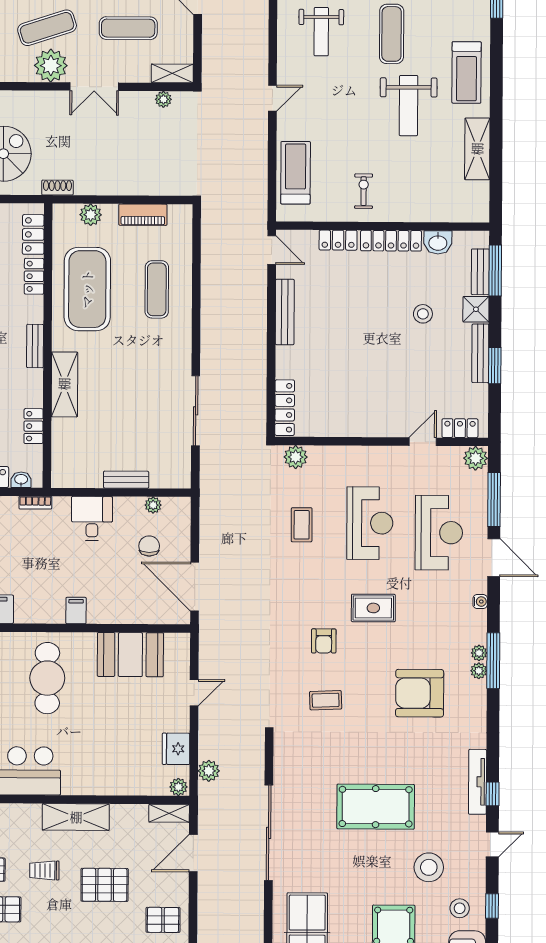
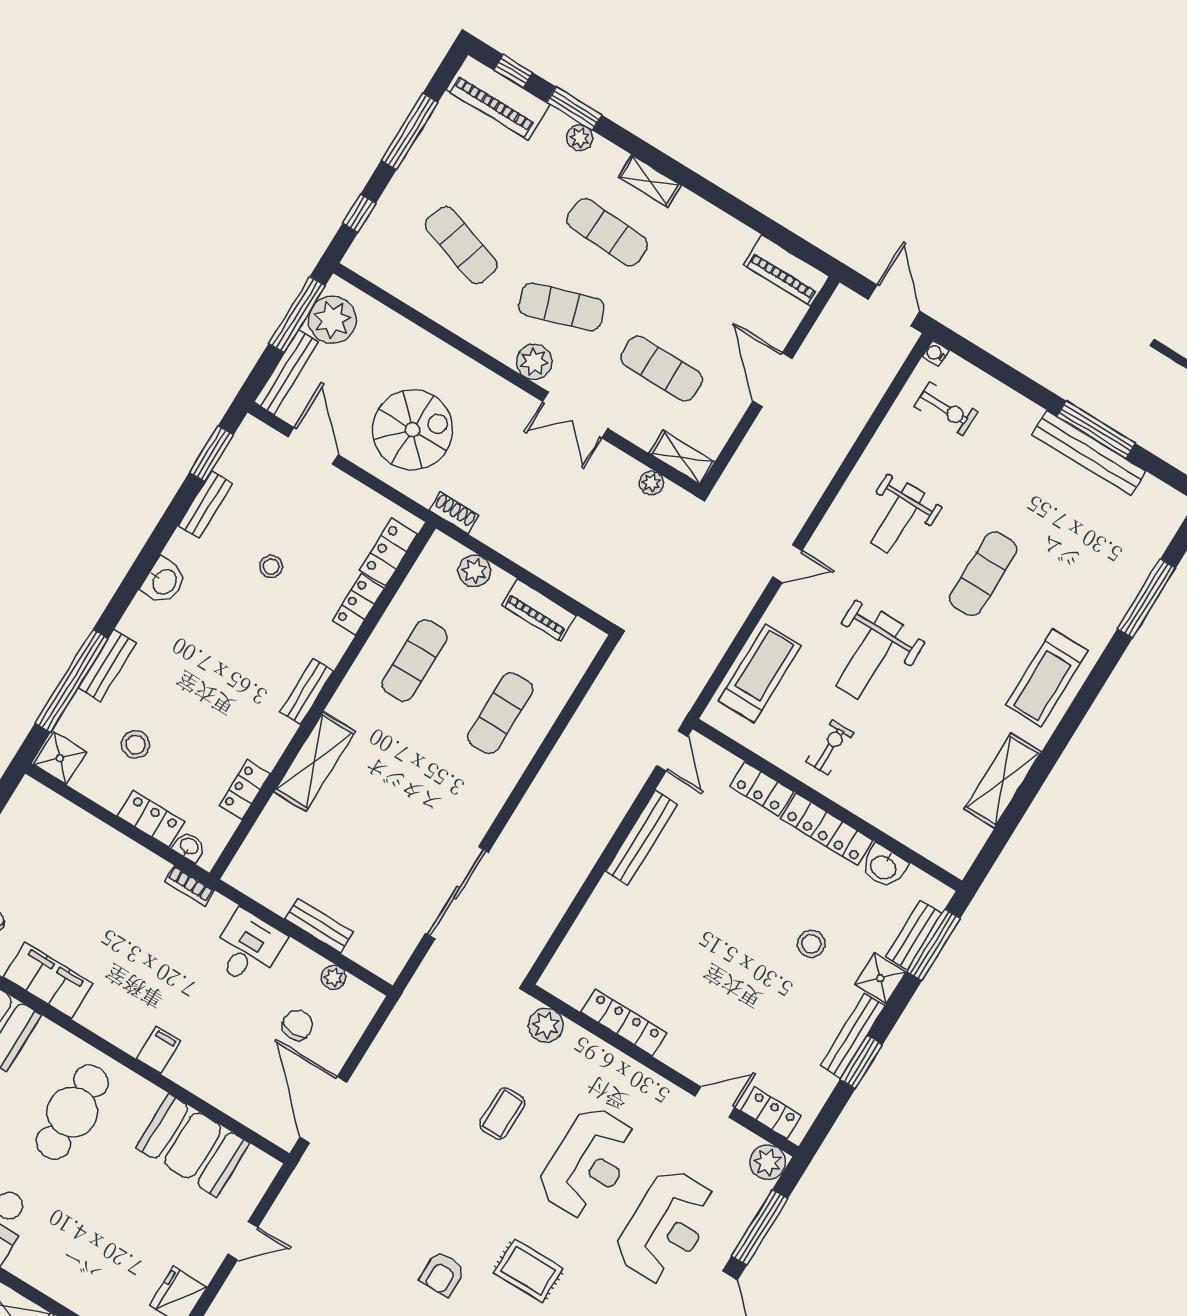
plant: (51, 66) -> (534, 362), width x0.73, depth x0.73
weight bench: (409, 106) -> (869, 655), moved
exercise mat: (87, 289) -> (414, 660), width x0.50, depth x0.69
locker: (285, 408) -> (624, 1022), moved, turned -90

